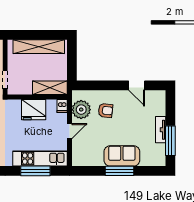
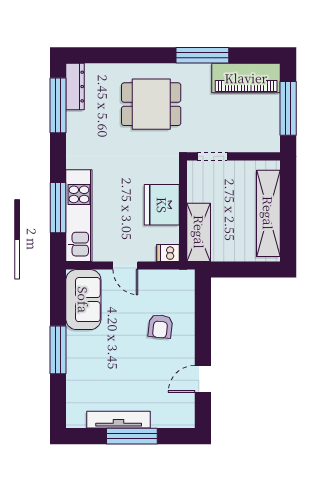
plant: (81, 110) -> (162, 285), removed
tv unit: (161, 130) -> (119, 420), width x1.41
window: (170, 141) -> (132, 436), moved
sofa: (122, 156) -> (83, 300), moved

